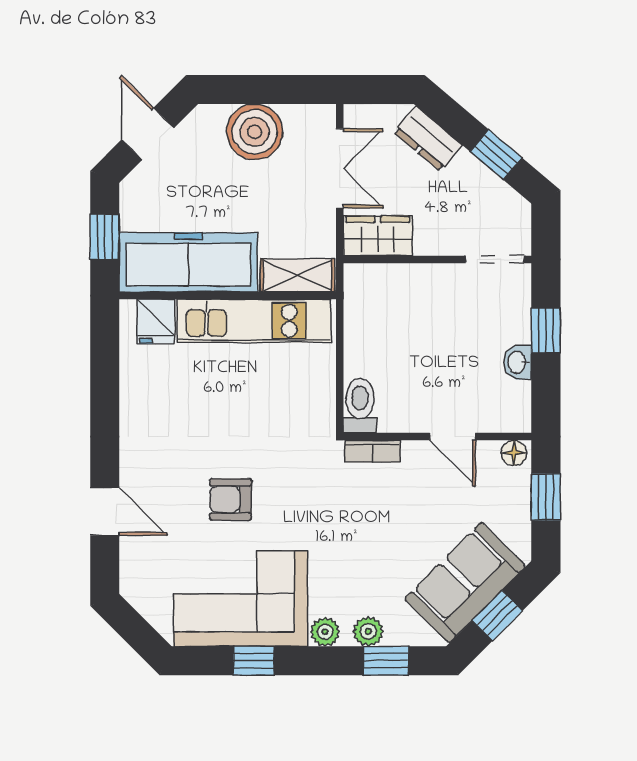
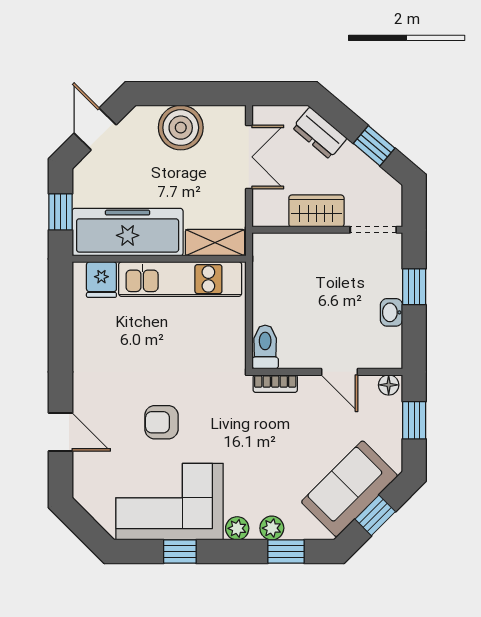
wardrobe: (378, 236) -> (316, 211), moved

